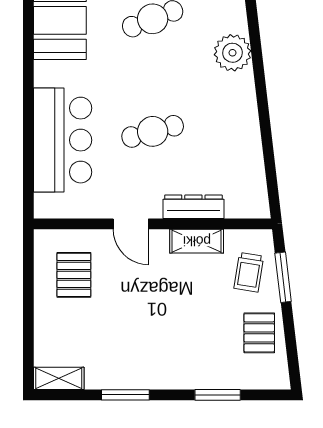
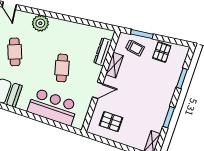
dresser: (193, 207) -> (103, 52), moved
pallet: (259, 333) -> (162, 52), turned 90

